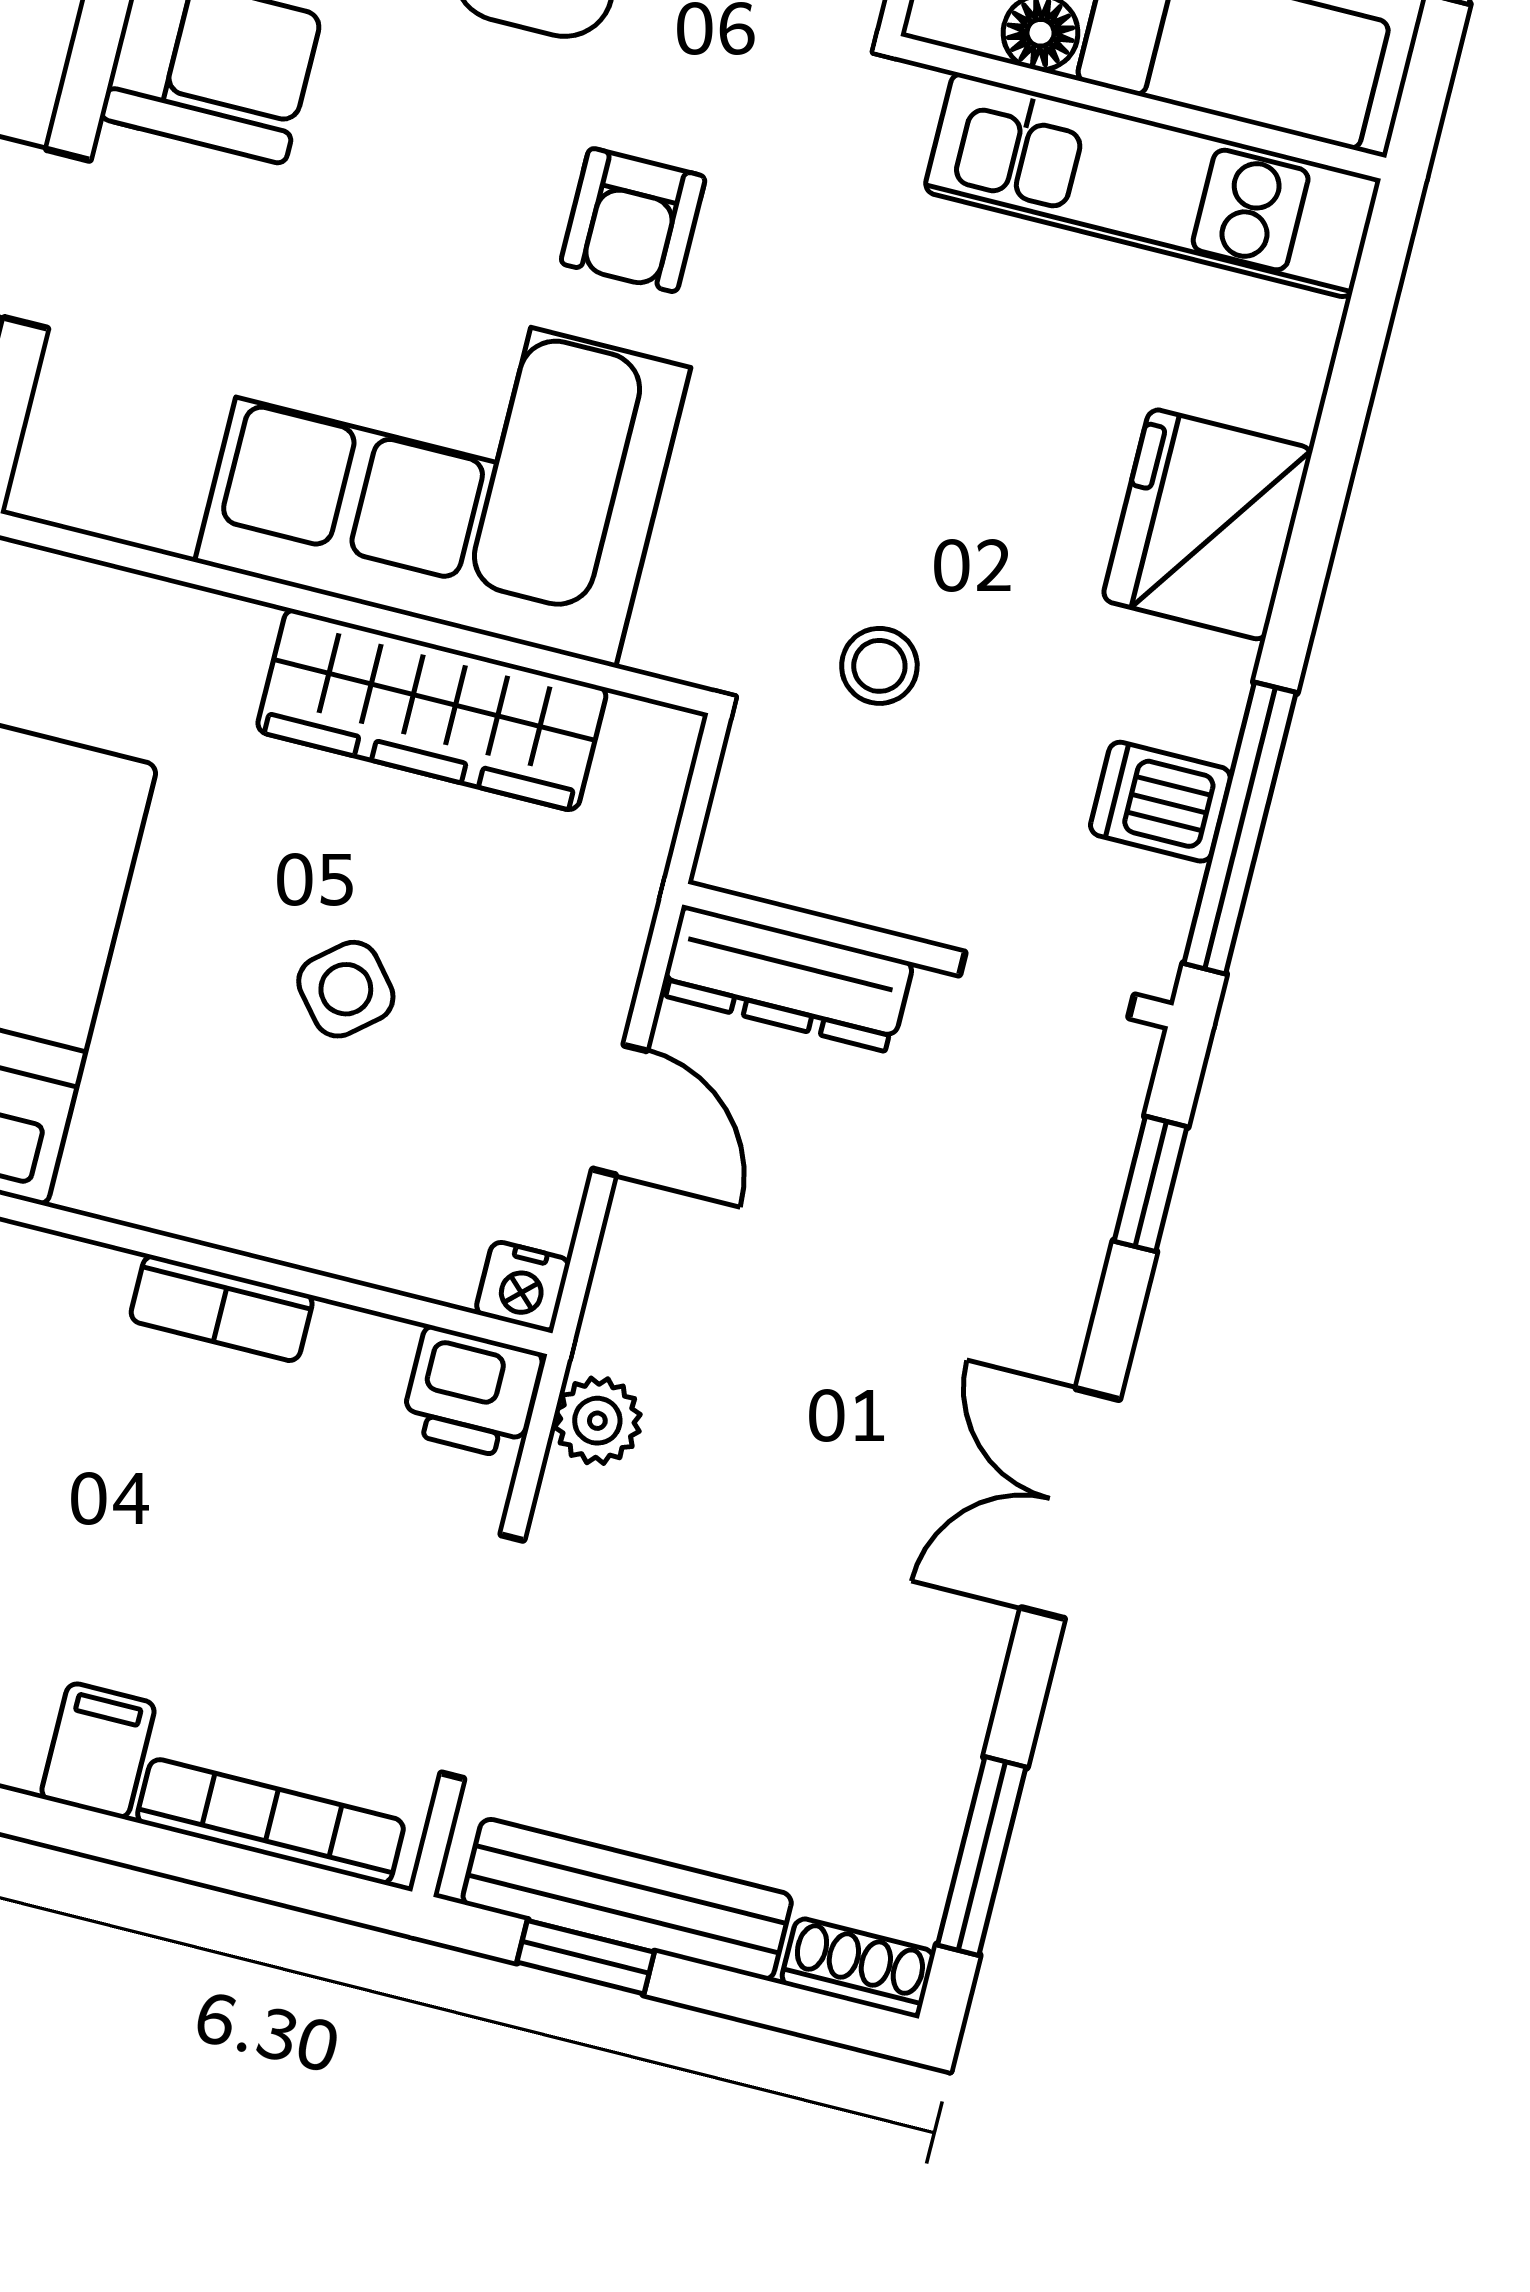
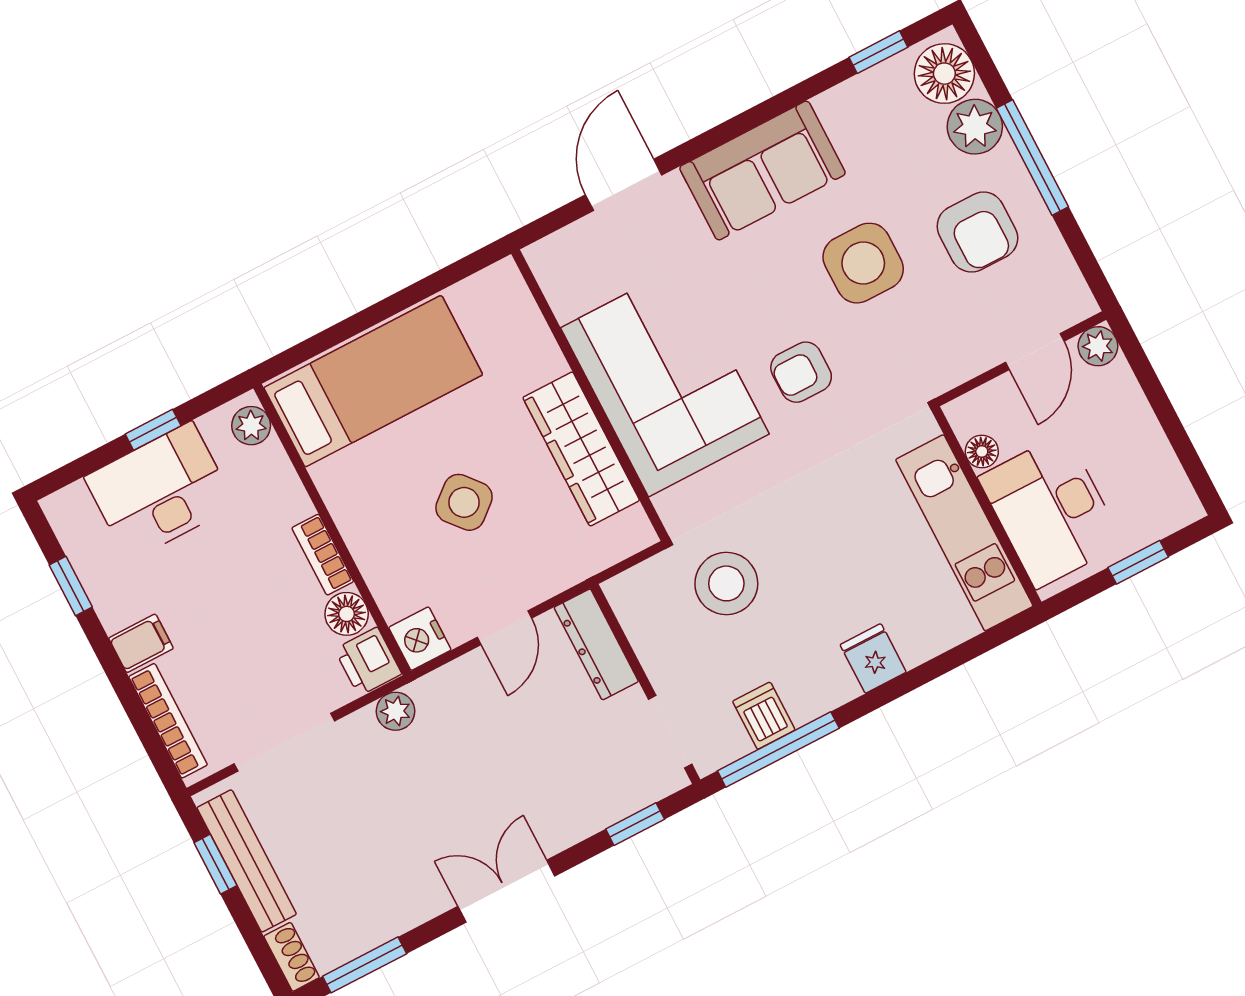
fridge: (1207, 524) -> (873, 658), width x0.53, depth x0.75
stool: (879, 666) -> (726, 583), width x1.89, depth x1.89
side table: (346, 989) -> (464, 502), width x1.37, depth x1.37
nightstand: (523, 1287) -> (420, 639), width x1.39, depth x1.35
floor lamp: (358, 1357) -> (347, 614), added

